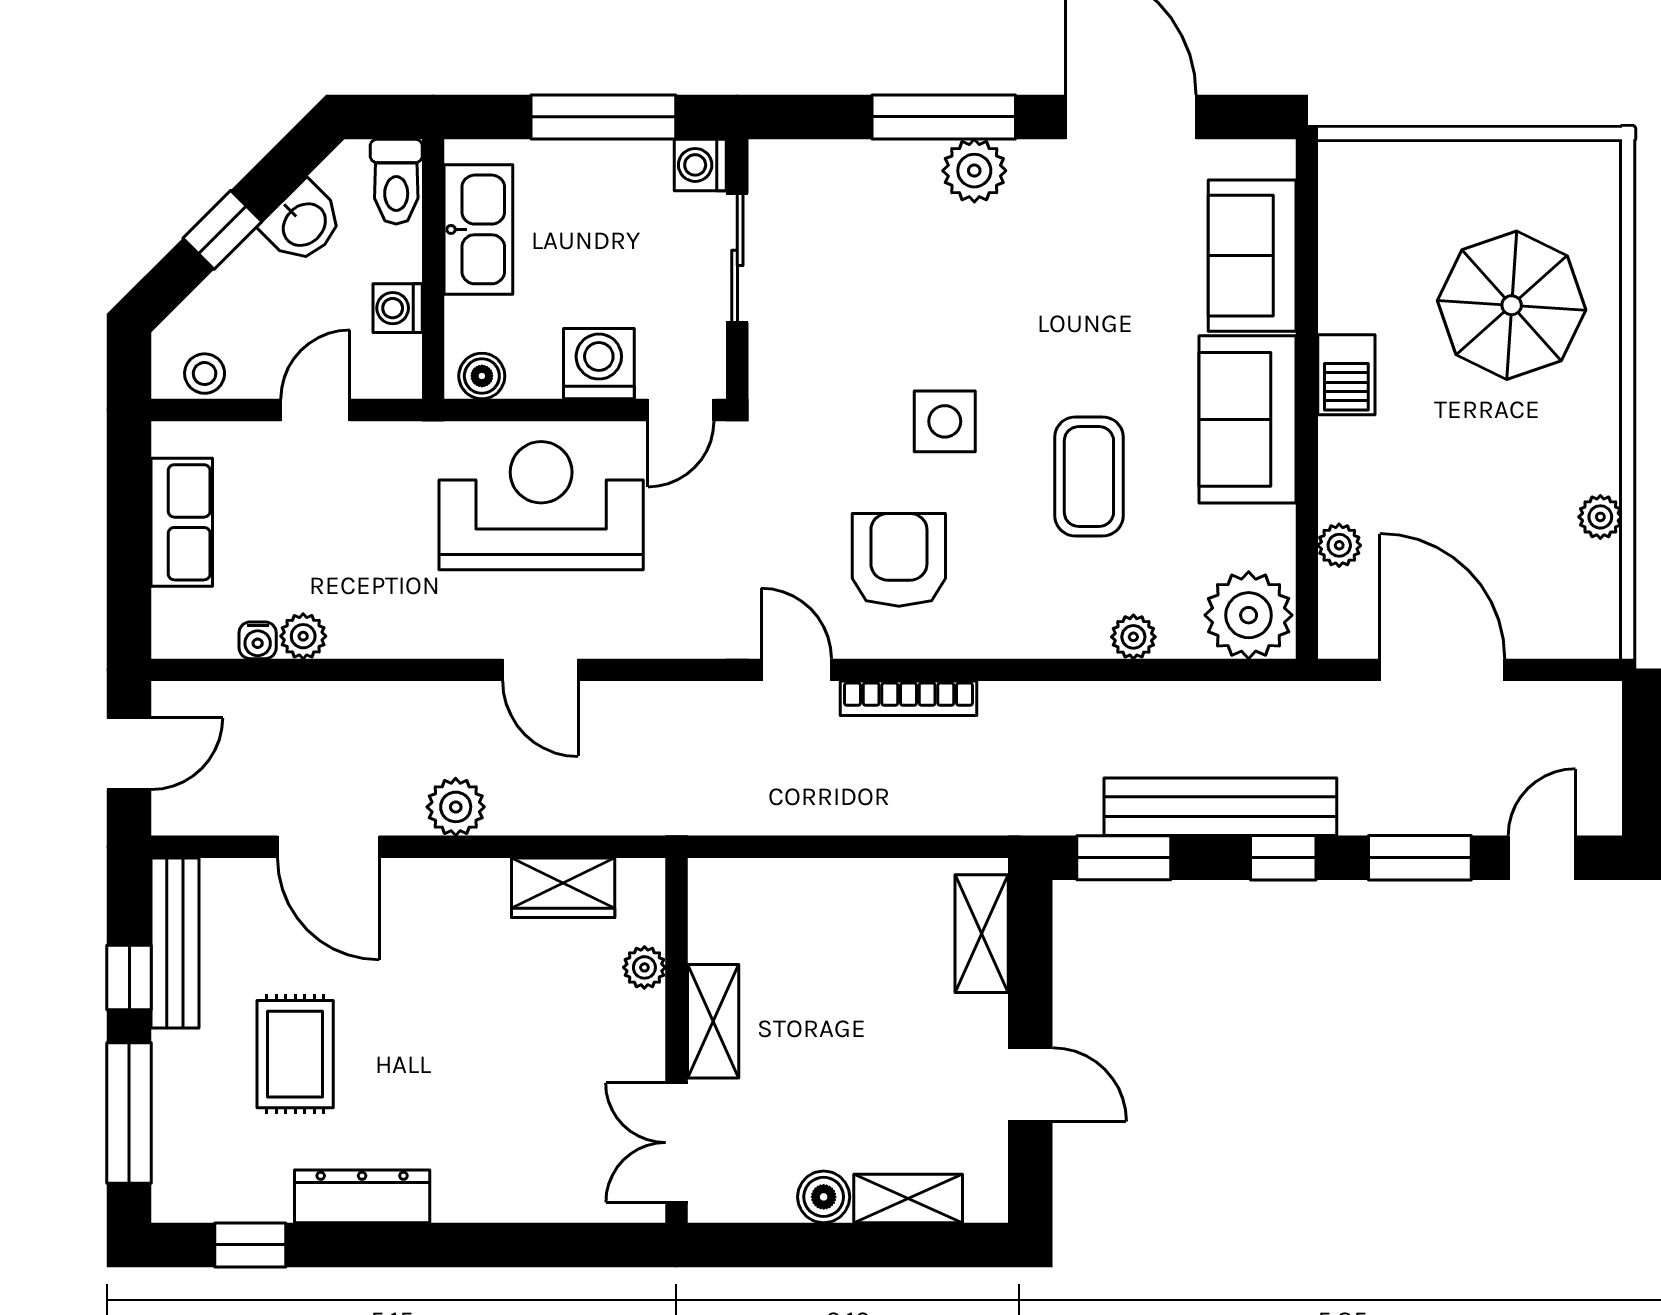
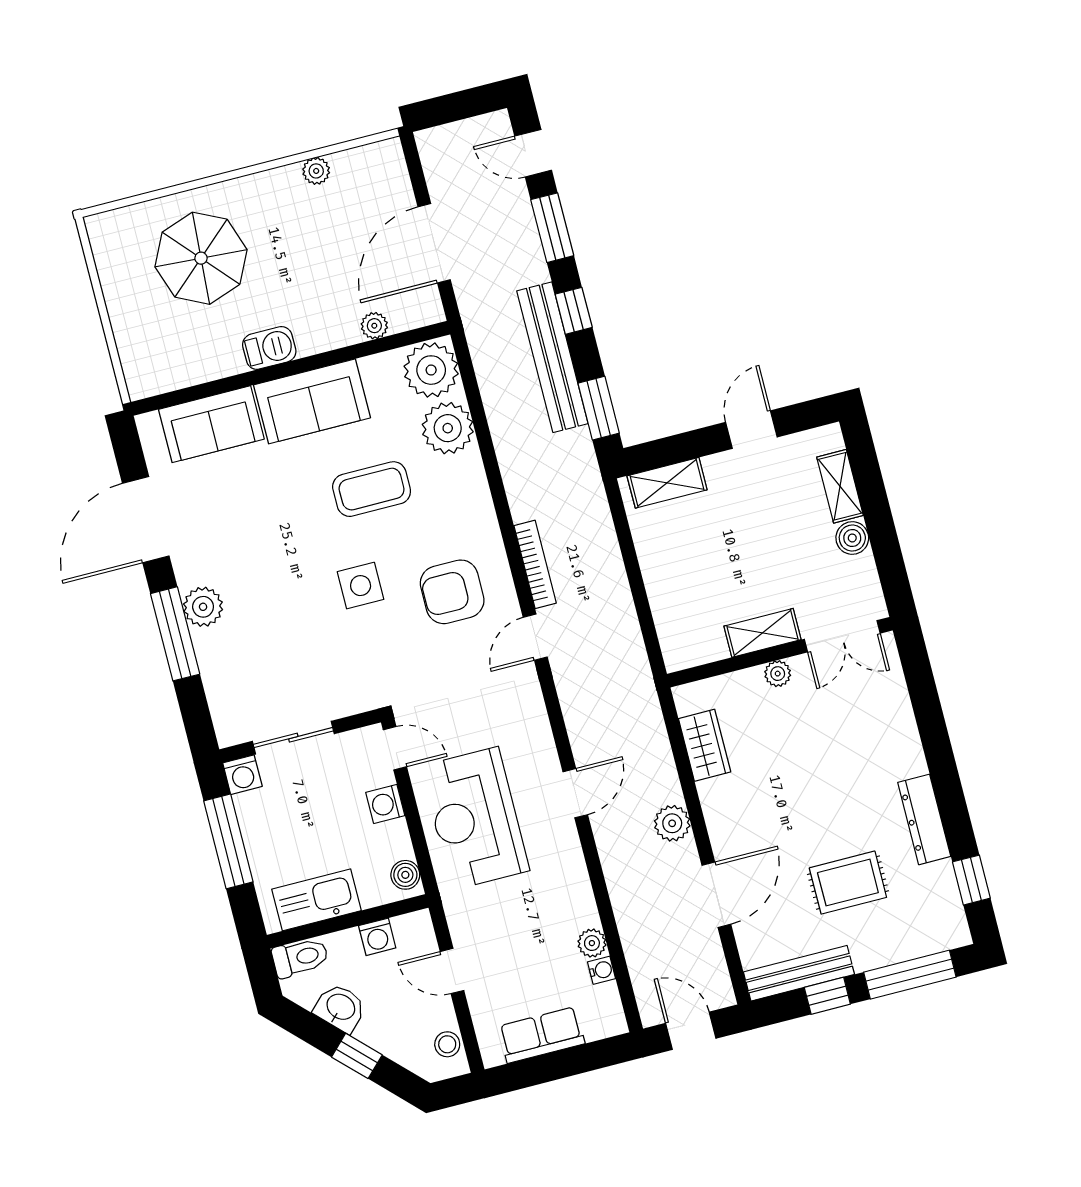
washing machine: (599, 364) -> (385, 804), width x0.73, depth x0.73
plant: (1133, 637) -> (448, 428), width x1.87, depth x1.87
plant: (644, 967) -> (778, 674), moved

